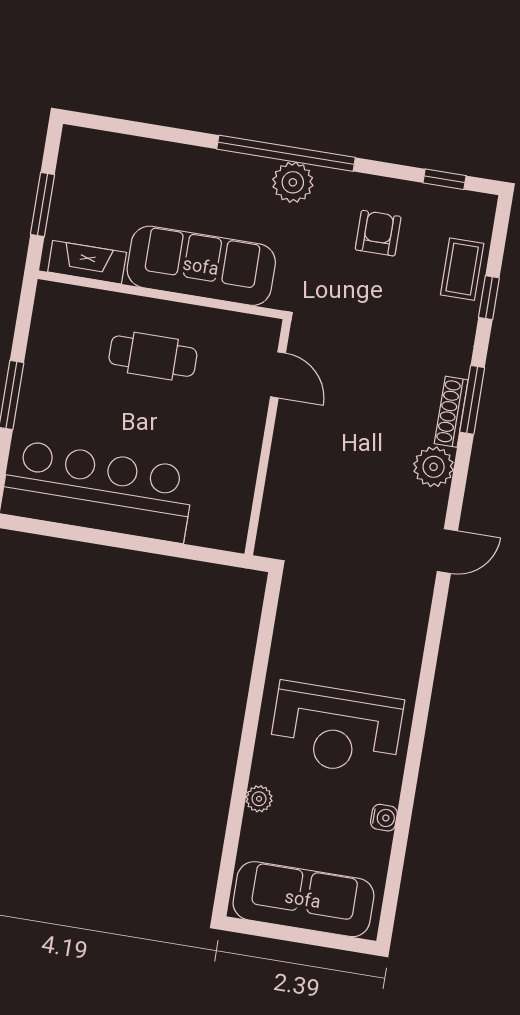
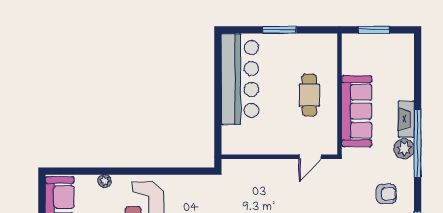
fireplace: (87, 262) -> (406, 119), moved, turned 180

